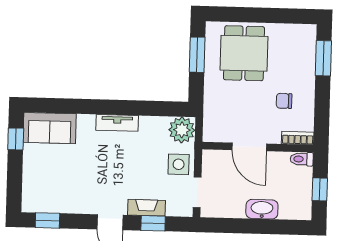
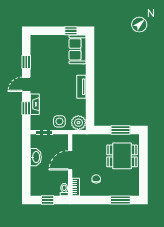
washbasin: (262, 209) -> (36, 157), moved
window: (47, 220) -> (26, 62), moved

